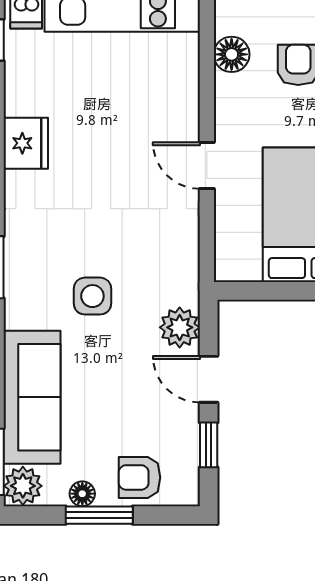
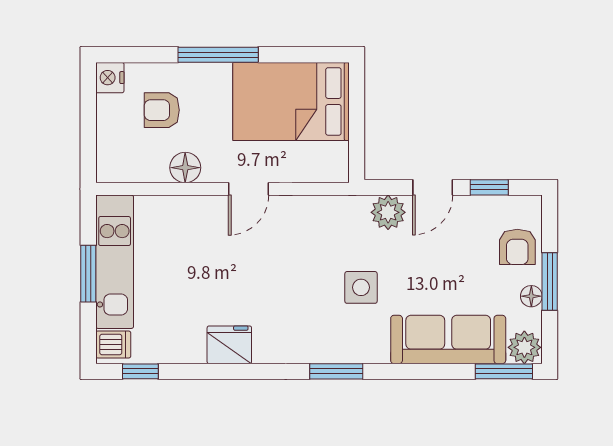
floor lamp: (232, 54) -> (185, 168), moved

